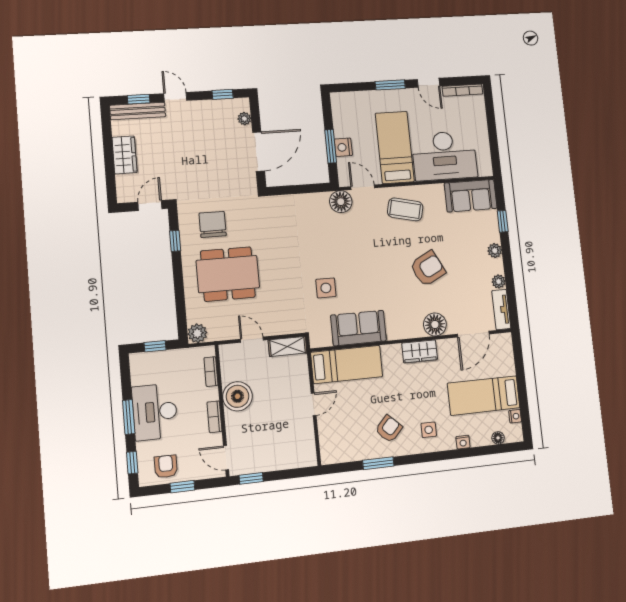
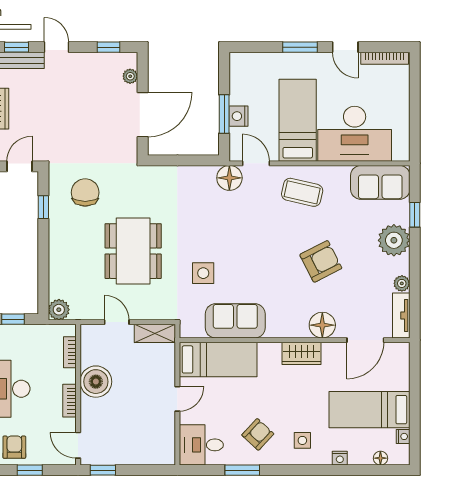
plant: (495, 251) -> (394, 240), width x1.88, depth x1.88
dining table: (228, 274) -> (133, 251), moved, turned 90
desk: (339, 444) -> (201, 445), added

